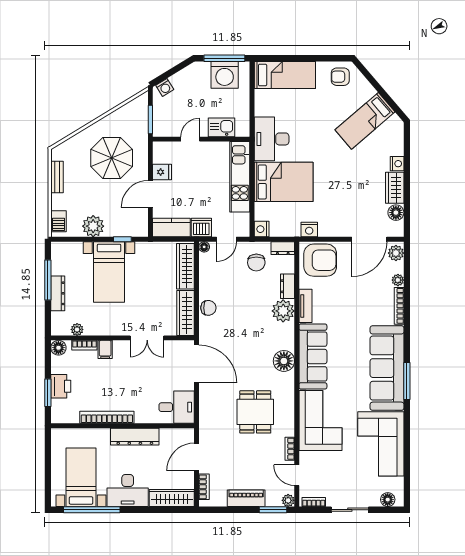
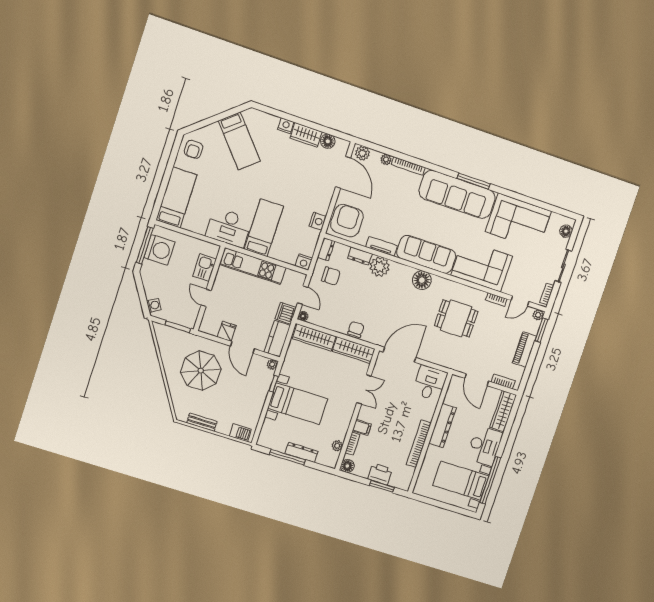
bed: (284, 182) -> (264, 228), width x0.67
plant: (93, 226) -> (272, 364), moved, width x0.53, depth x0.53

